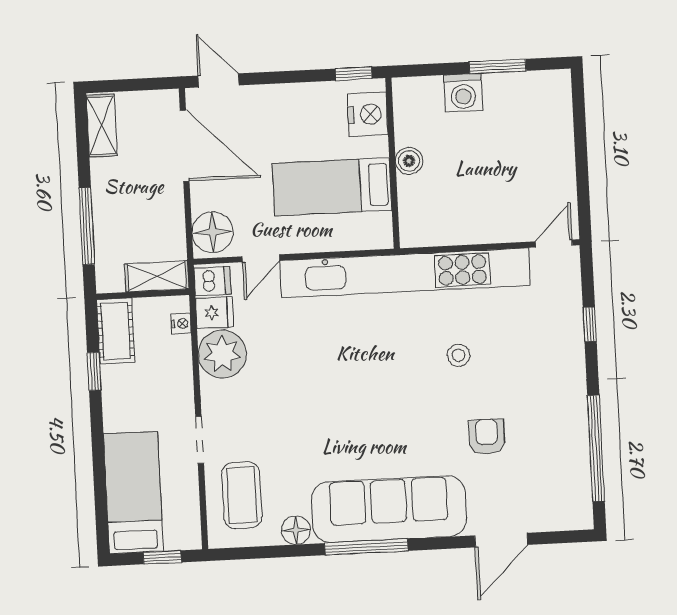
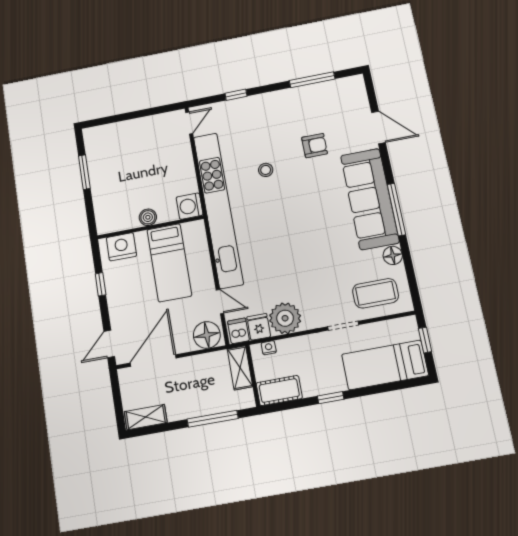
window: (354, 74) -> (101, 284), moved
washing machine: (463, 93) -> (190, 206), moved, turned 180
door: (554, 243) -> (189, 123), swing flipped
window: (94, 371) -> (331, 398), moved
armchair: (487, 437) -> (315, 146), turned 180
window: (596, 448) -> (312, 80), width x0.68

